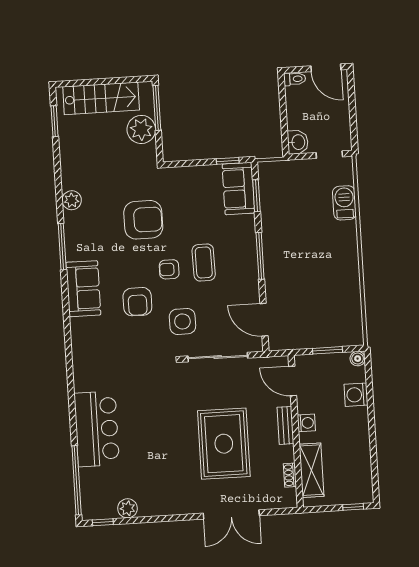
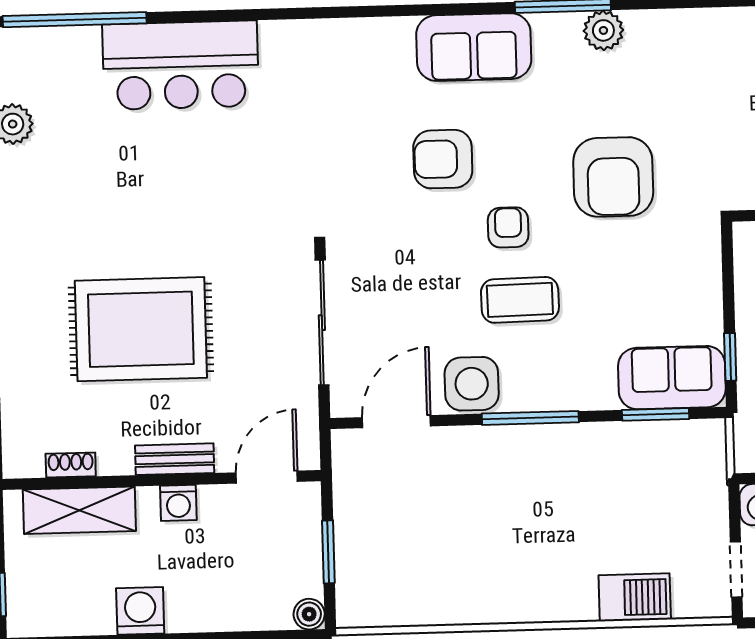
plant: (72, 200) -> (603, 30), moved
side table: (182, 321) -> (472, 384), moved
washing machine: (356, 395) -> (140, 611), moved

